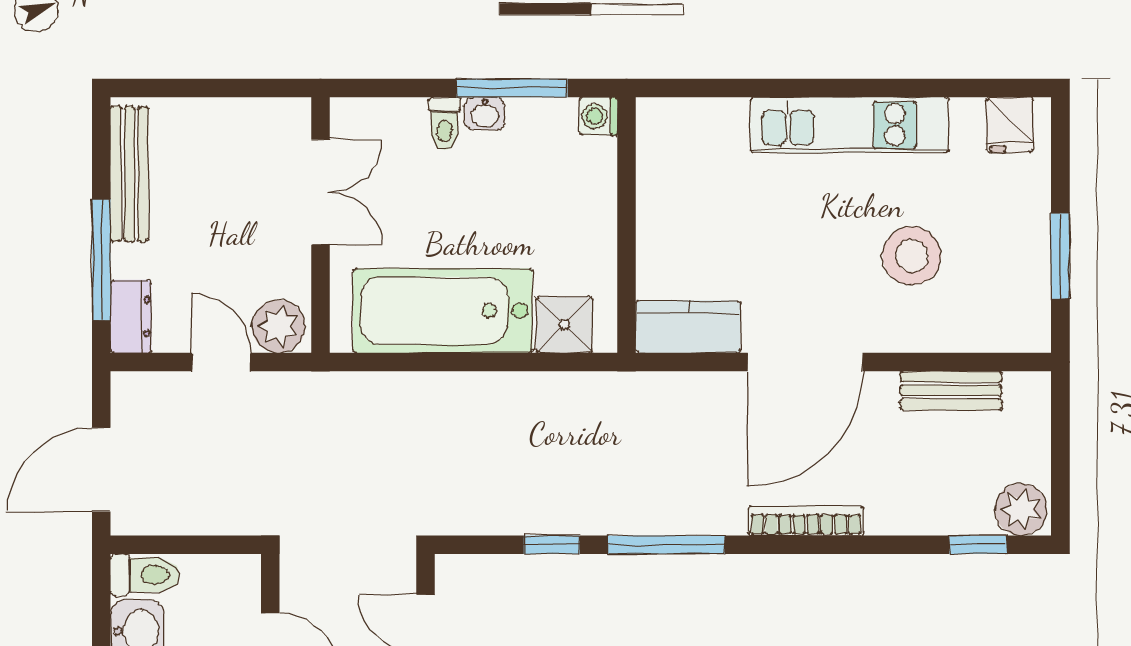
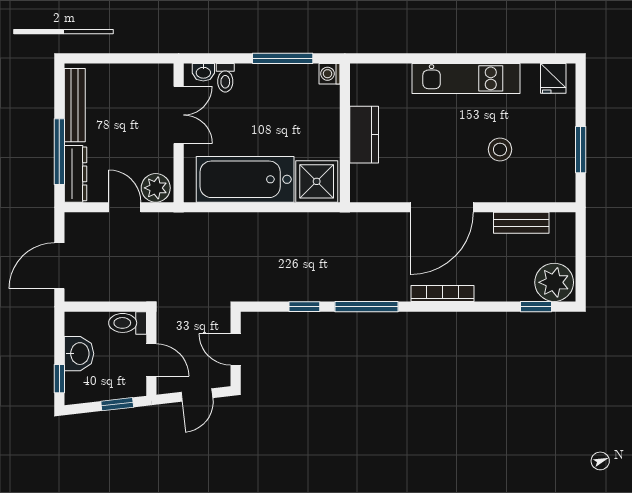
washbasin: (485, 114) -> (203, 72), moved
toilet: (444, 124) -> (225, 78), moved
stool: (912, 256) -> (500, 149), width x0.73, depth x0.73
dresser: (131, 316) -> (76, 174), width x1.44
shower: (564, 325) -> (317, 181), width x1.36, depth x1.36
kitchen counter: (688, 327) -> (364, 135), moved, turned 90
plant: (1021, 510) -> (554, 282), width x1.36, depth x1.36
toilet: (145, 575) -> (128, 323), moved, turned 180

